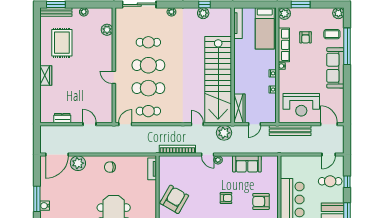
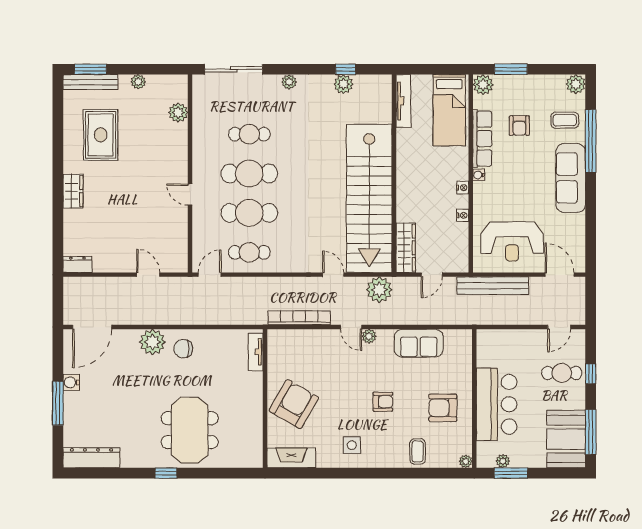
dresser: (62, 118) -> (77, 264), moved
plant: (78, 163) -> (153, 342), moved
water cooler: (45, 206) -> (71, 382), moved

